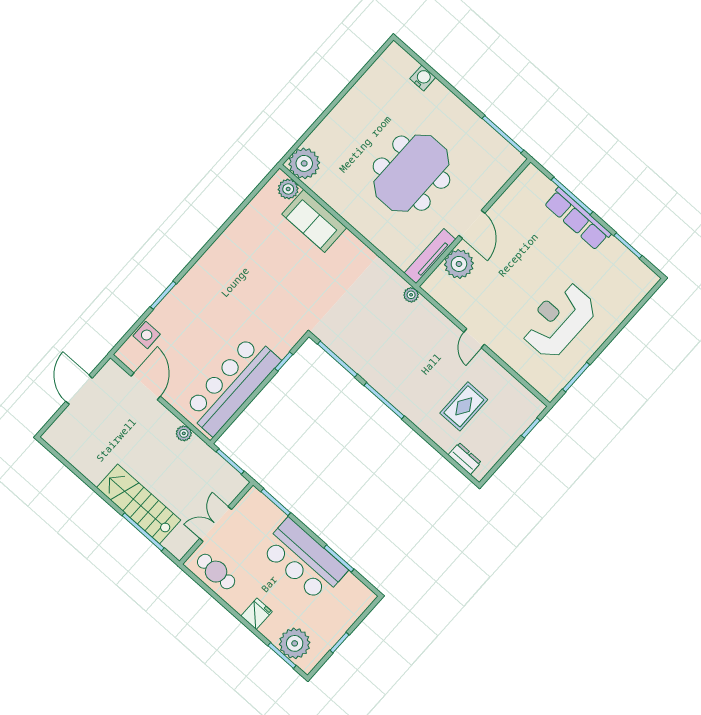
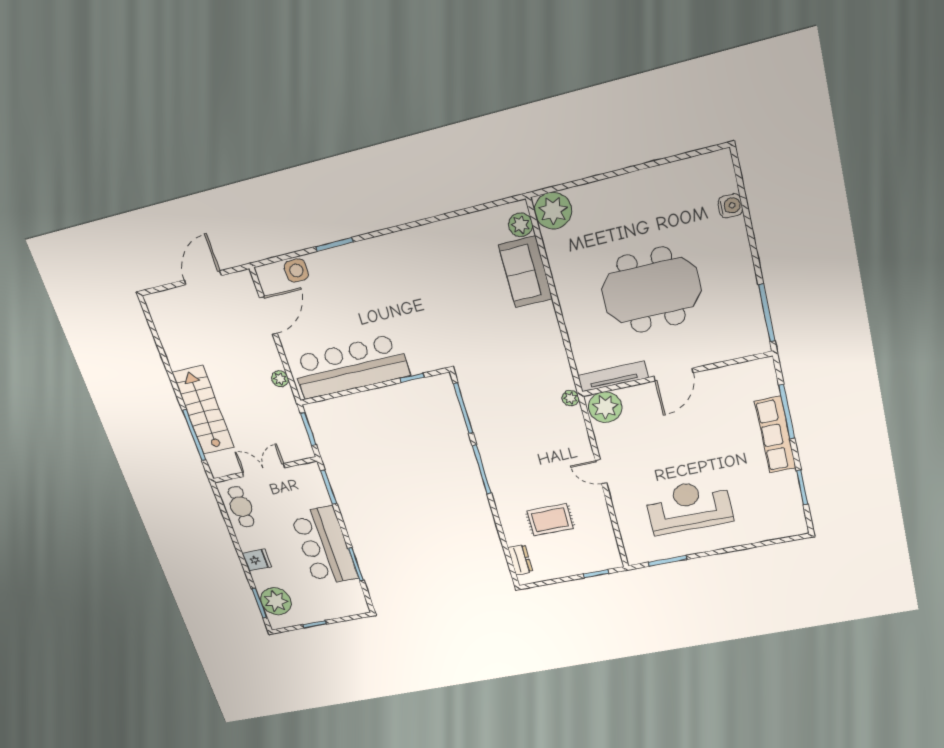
plant: (459, 264) -> (605, 407), moved
door: (474, 338) -> (601, 472), hinge flipped

